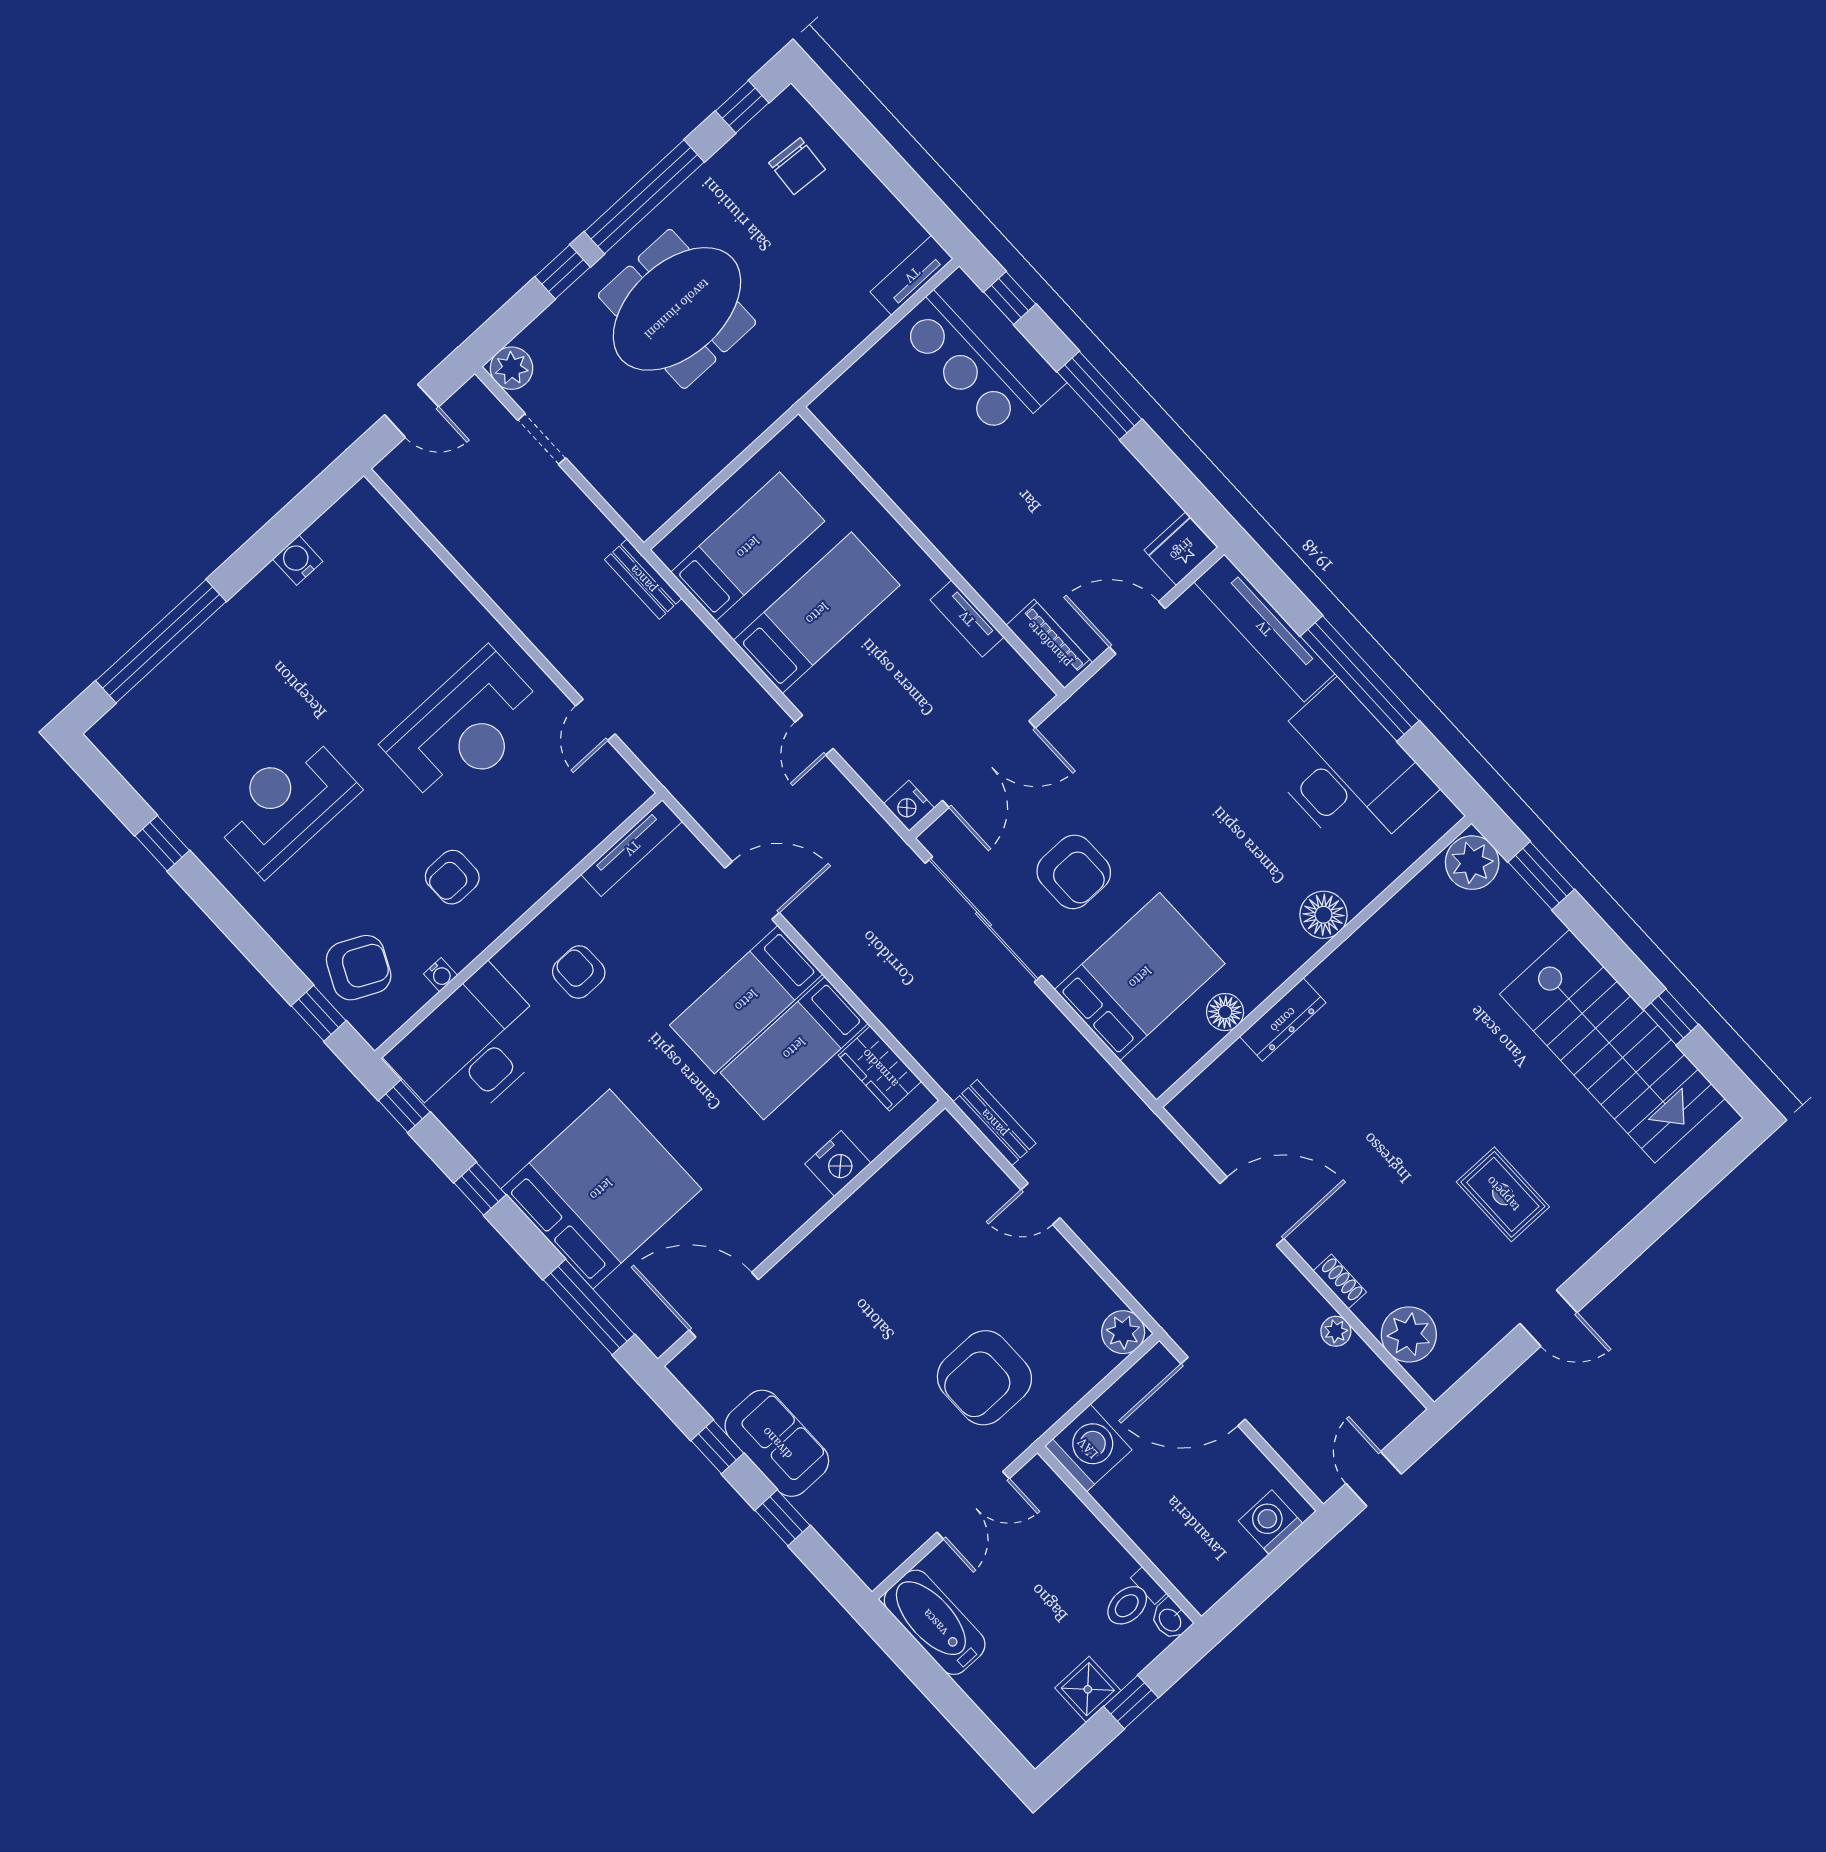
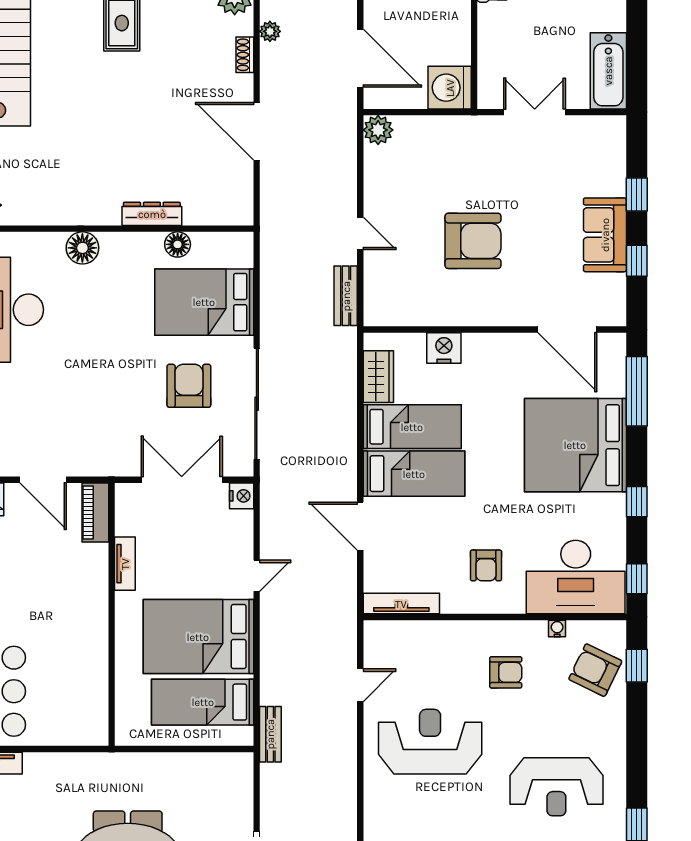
bed: (817, 613) -> (198, 637), width x1.50
armchair: (984, 1378) -> (473, 241), moved

